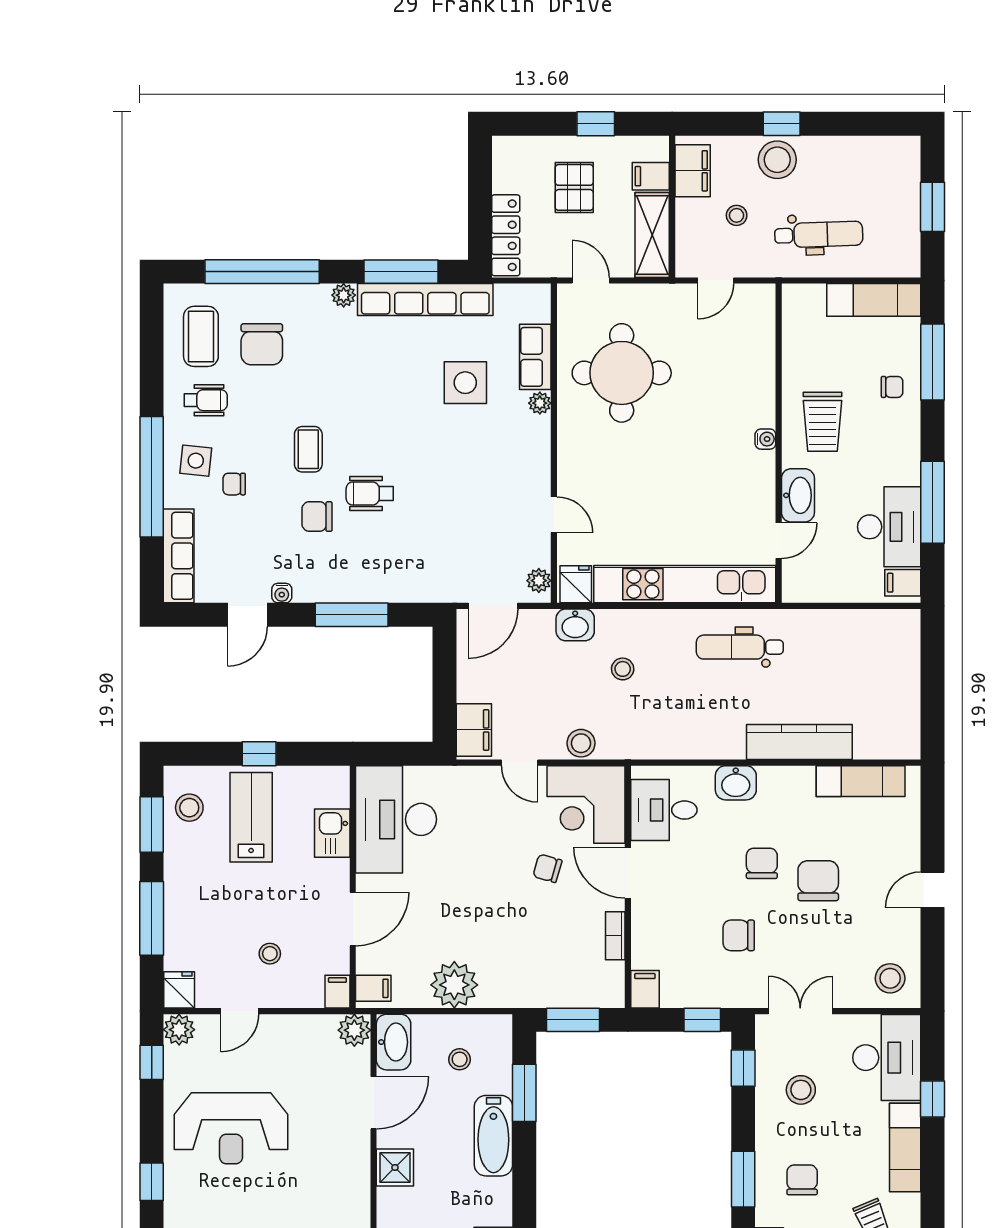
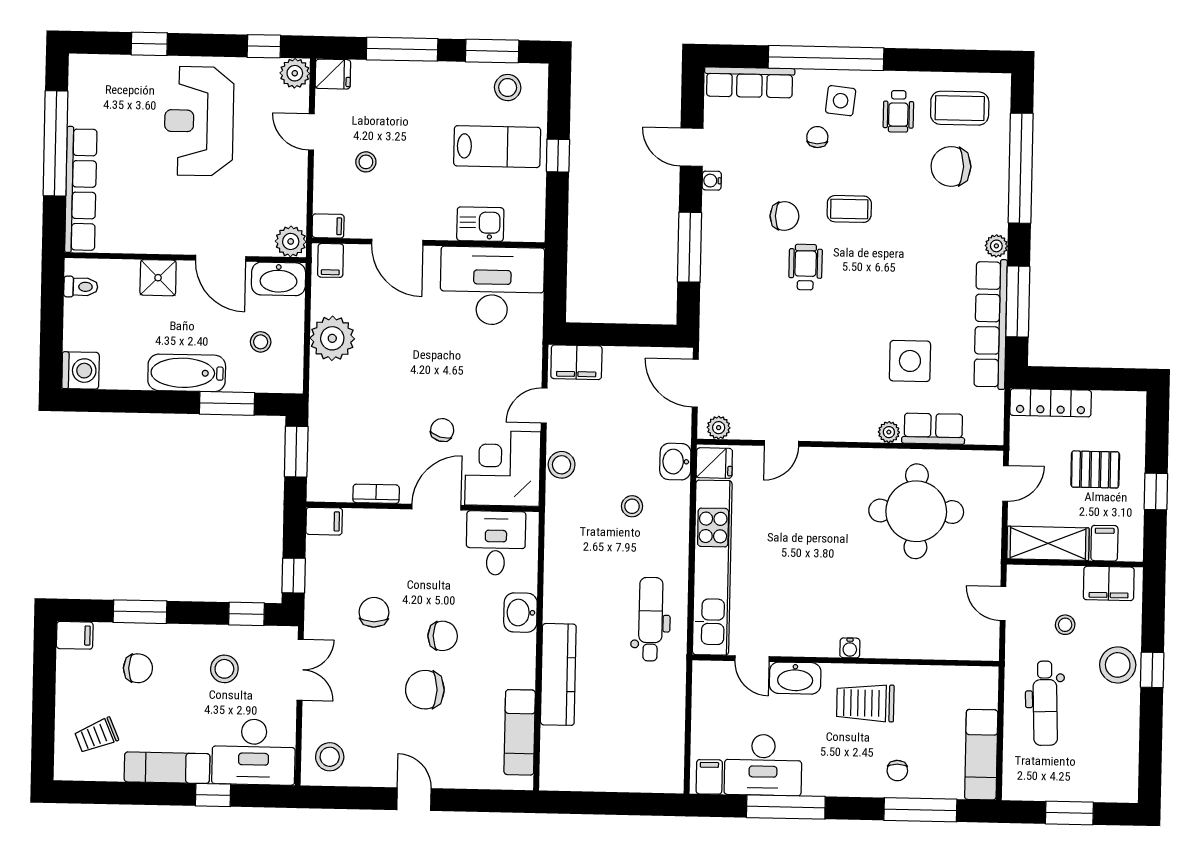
chair: (317, 517) -> (784, 216), turned 90
chair: (818, 881) -> (425, 690), turned 180

